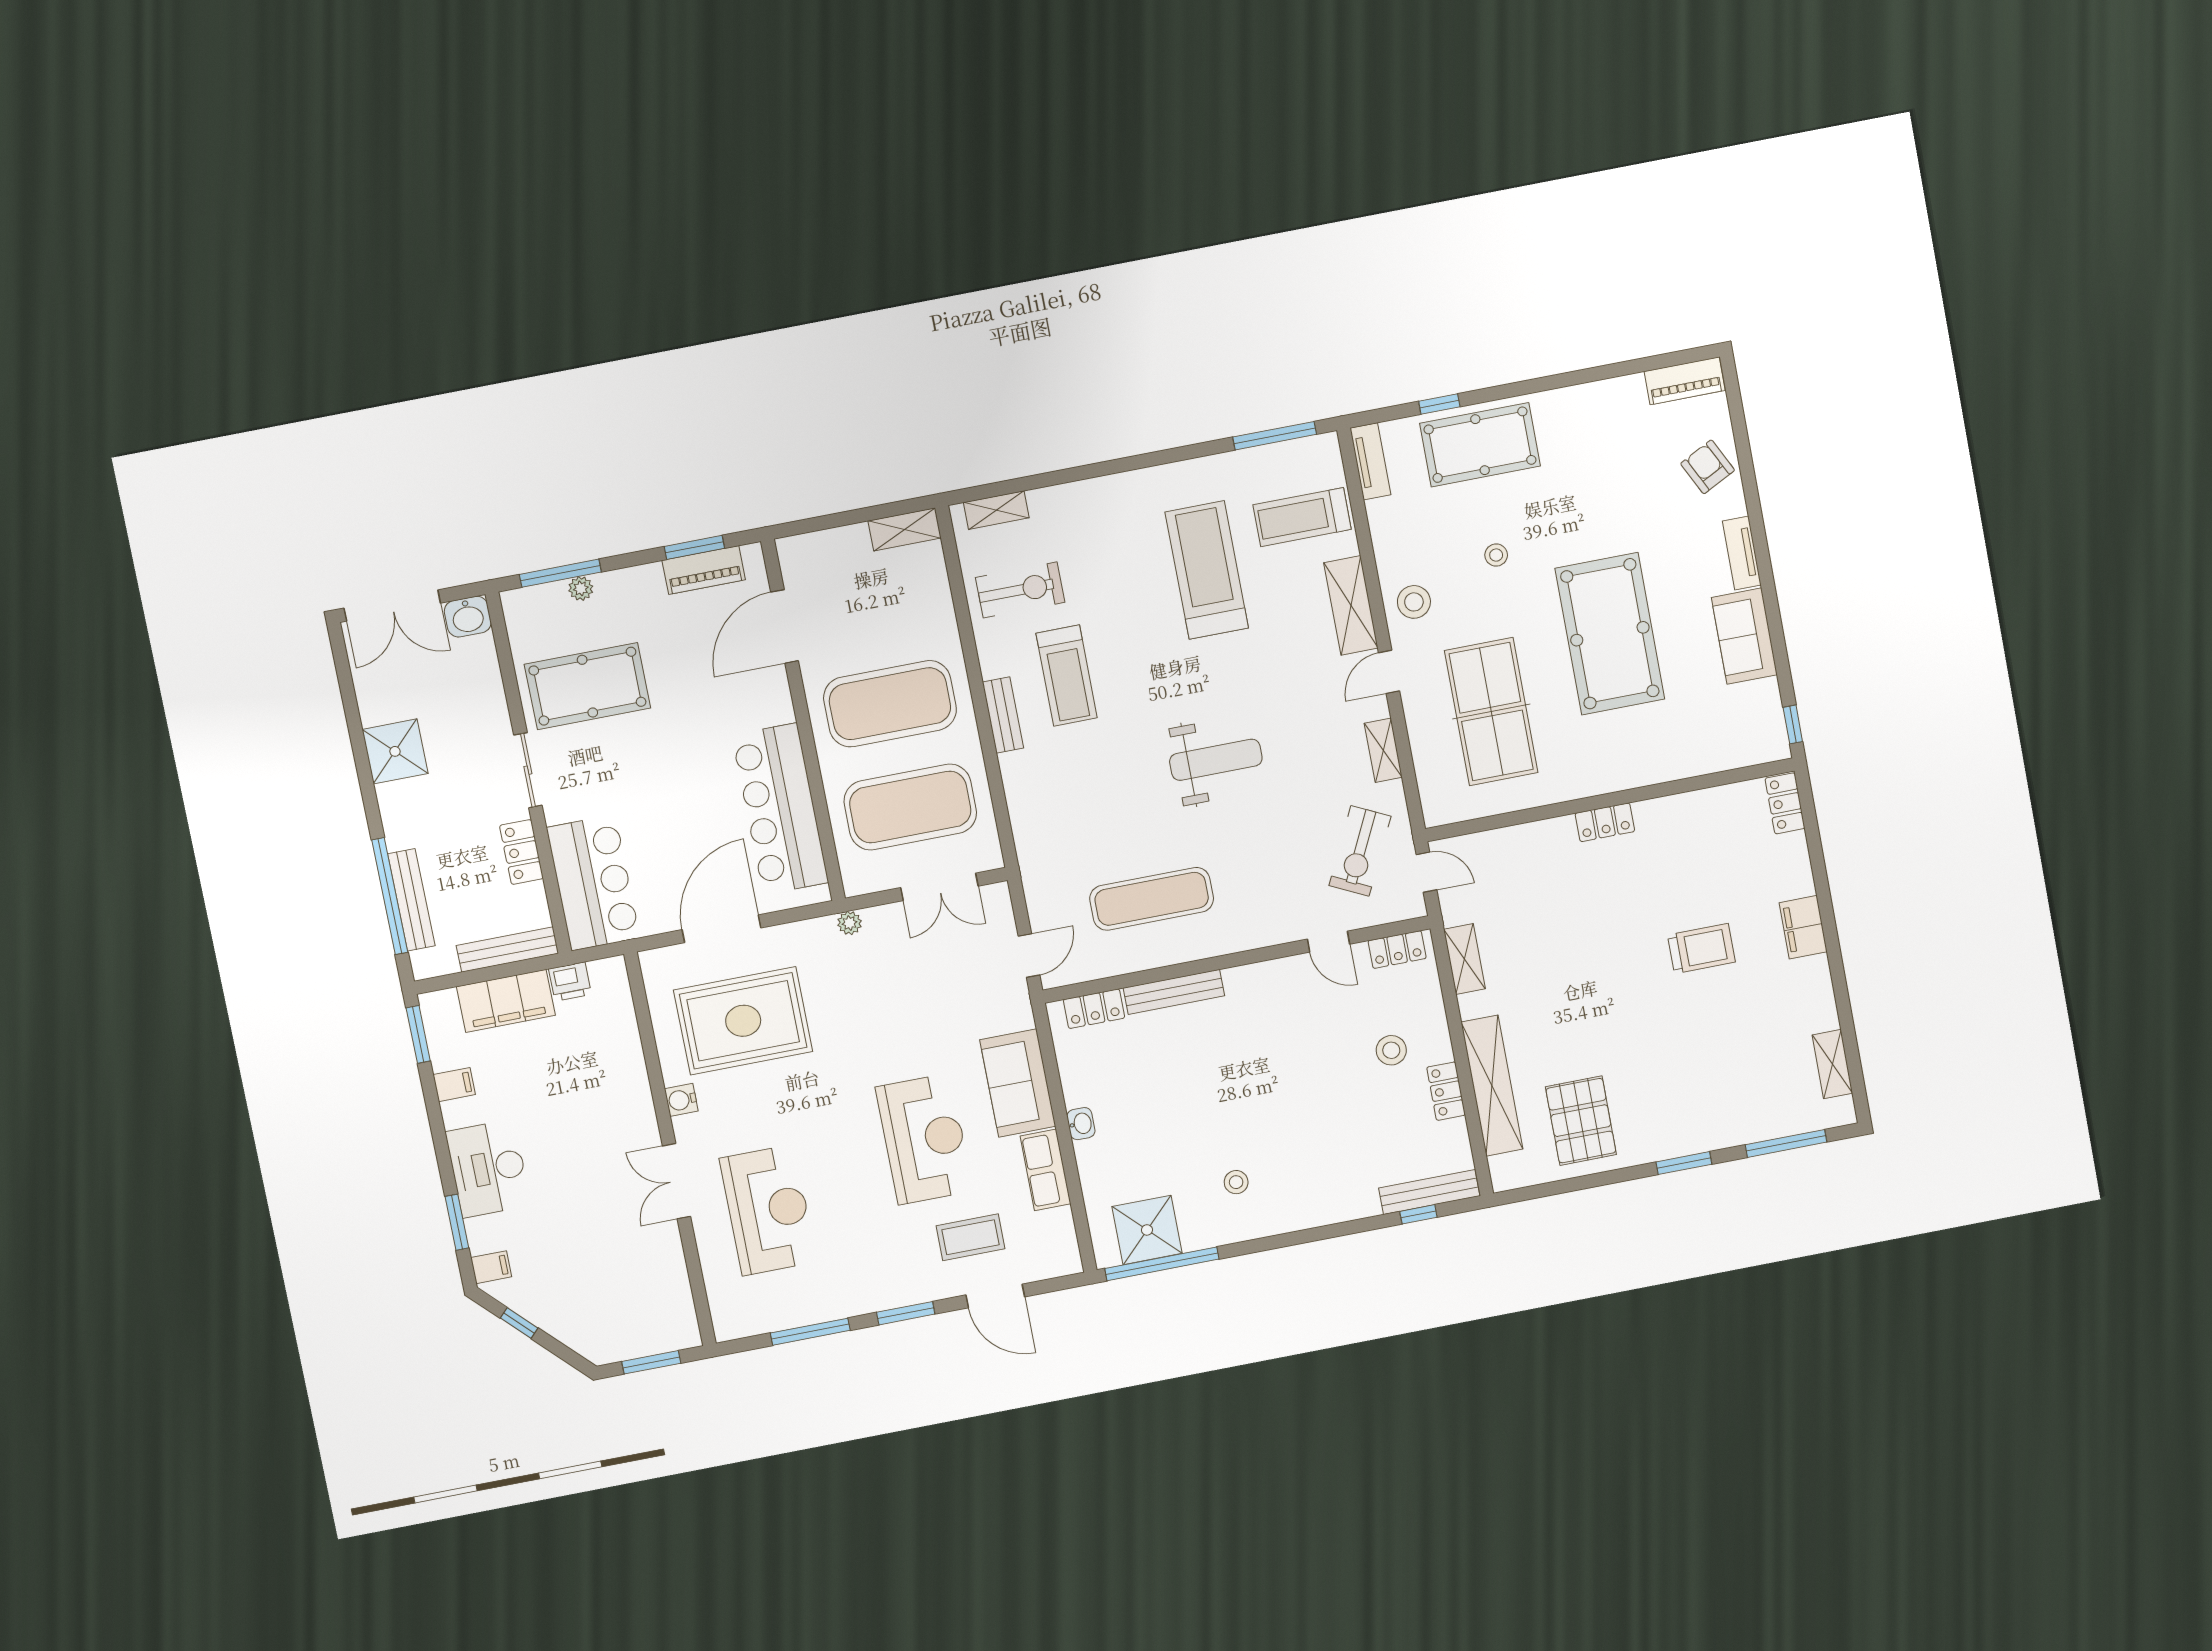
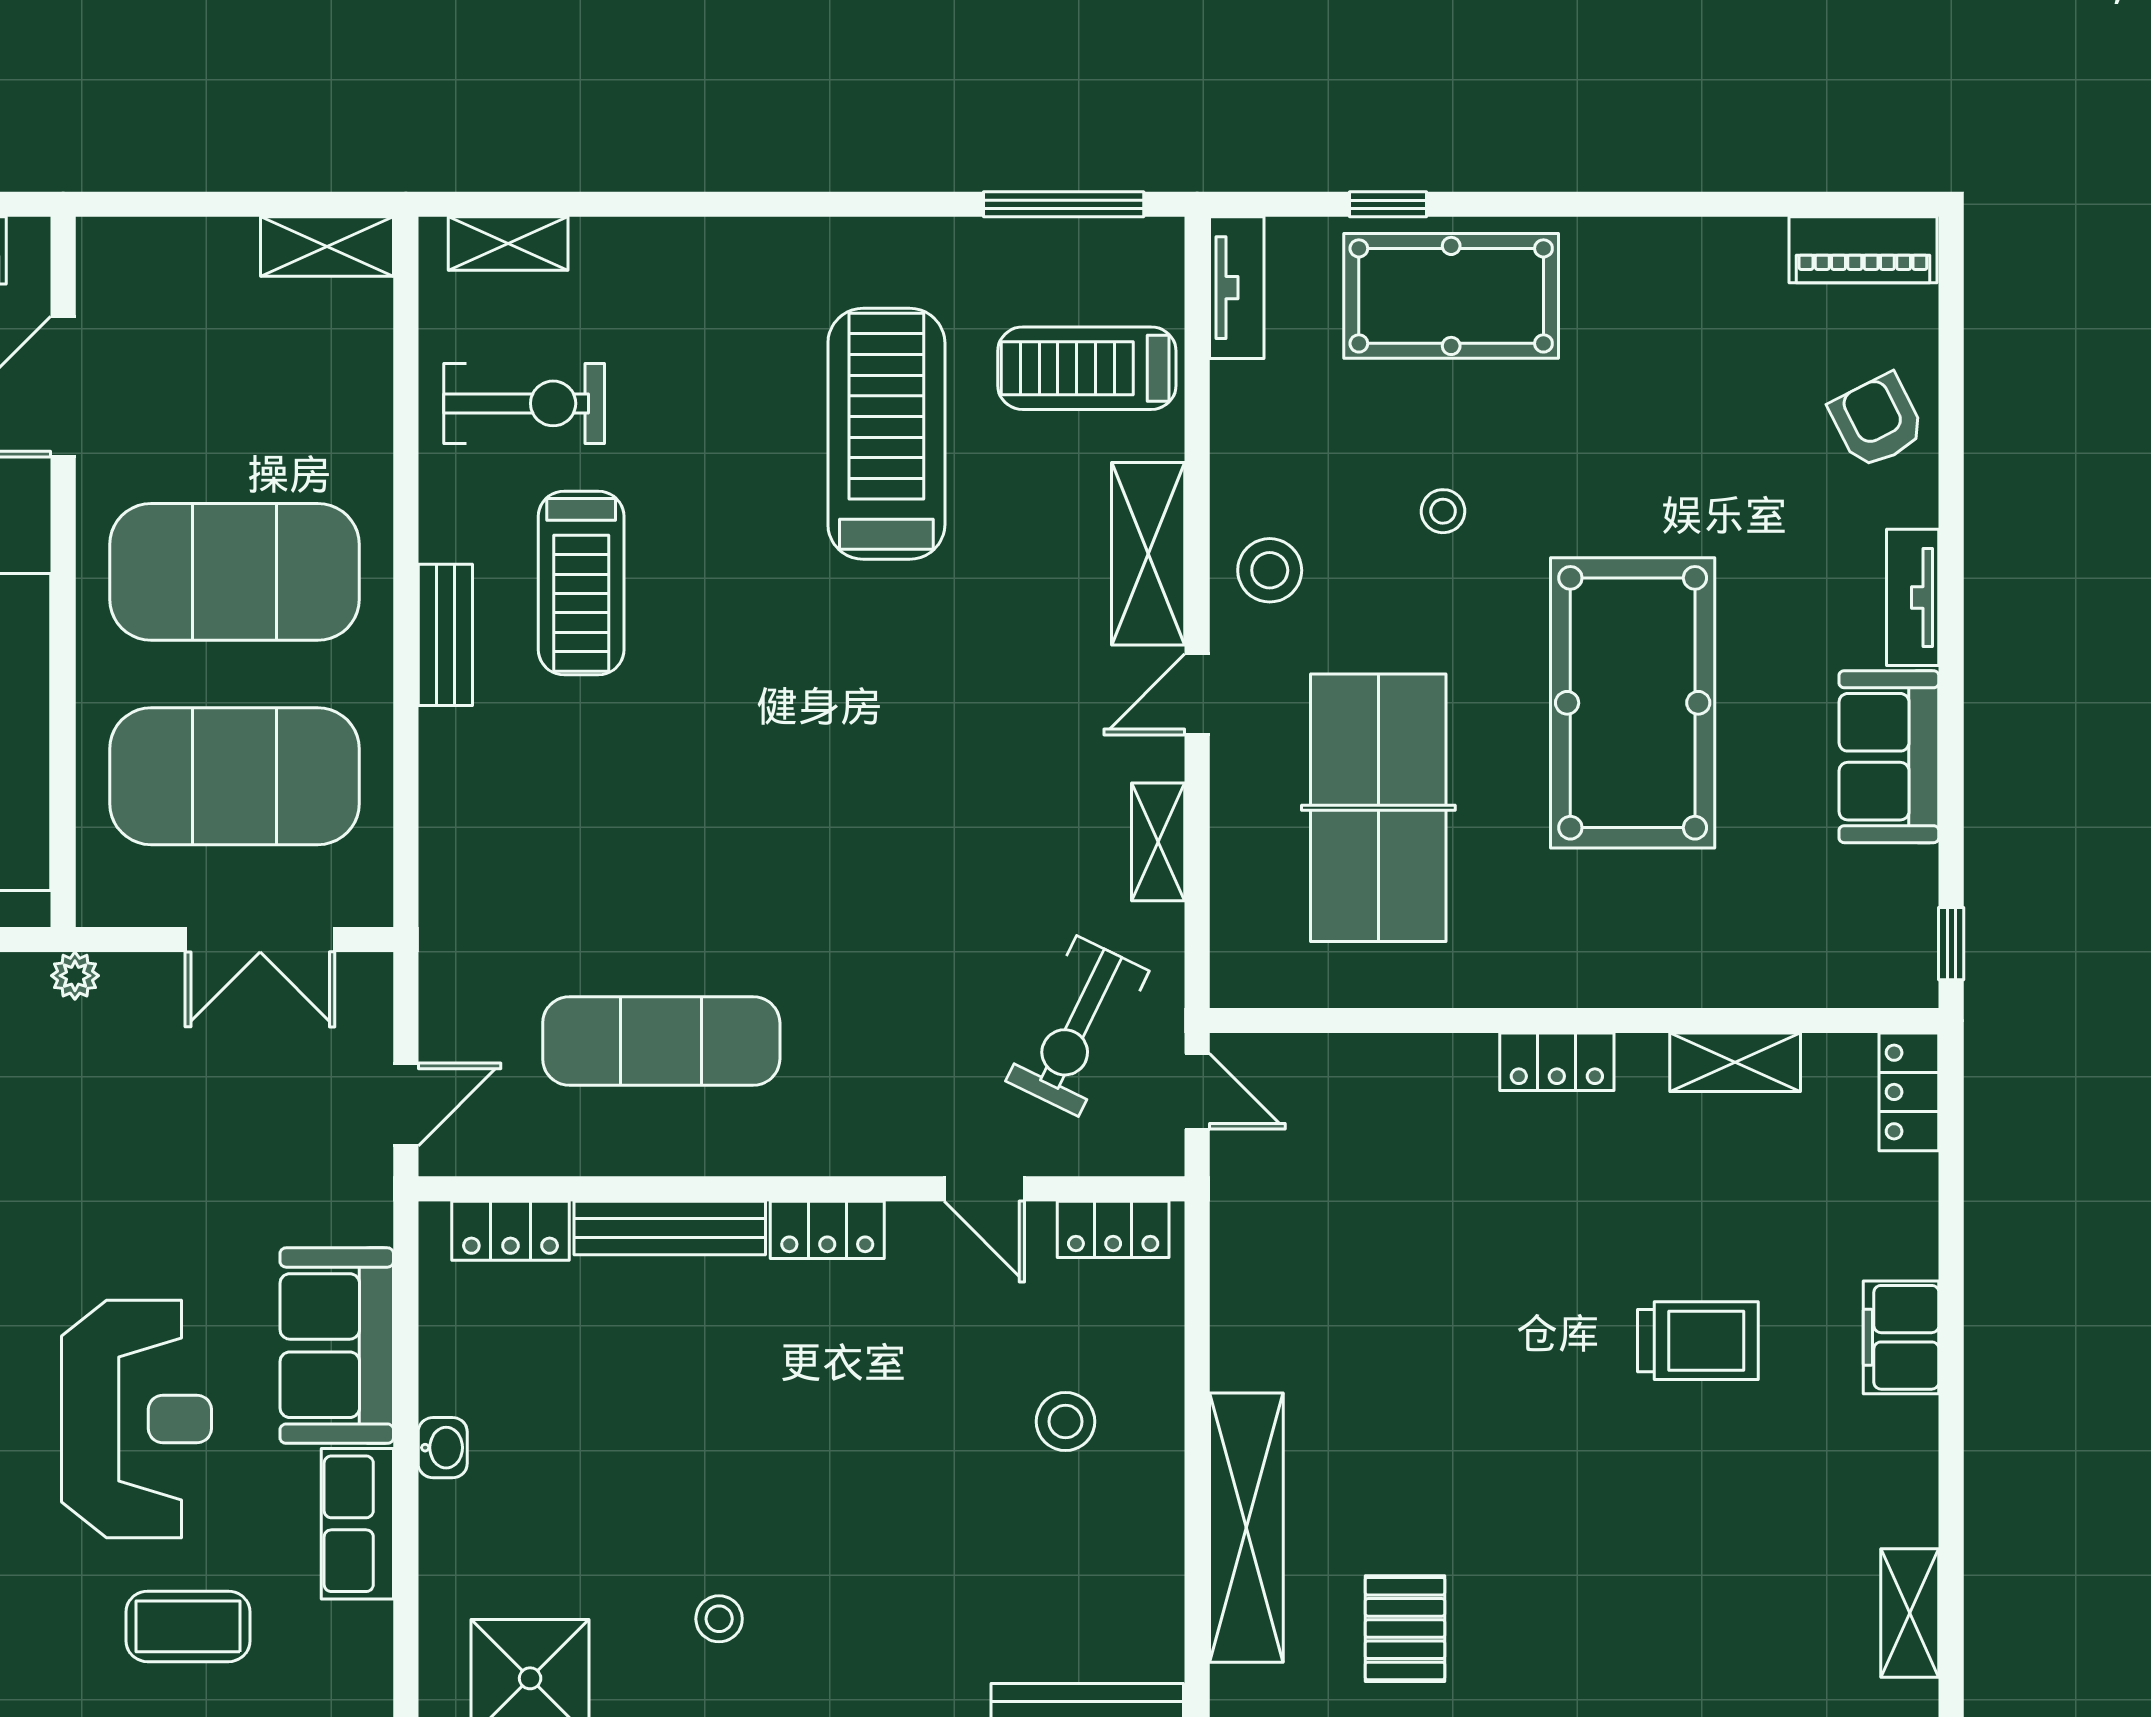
weight bench: (1216, 760) -> (835, 798), removed
shelving: (1465, 959) -> (1735, 1062), moved, turned 90
locker: (1446, 1091) -> (827, 1230), moved, turned -90
pallet: (1581, 1121) -> (1405, 1629), width x0.67, depth x0.71

